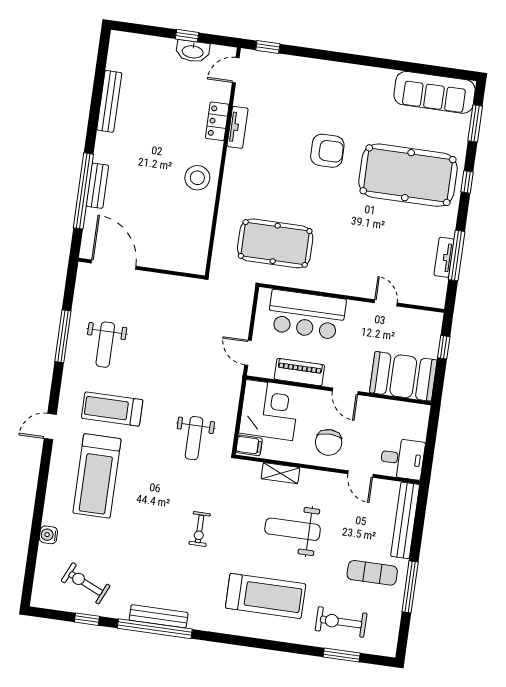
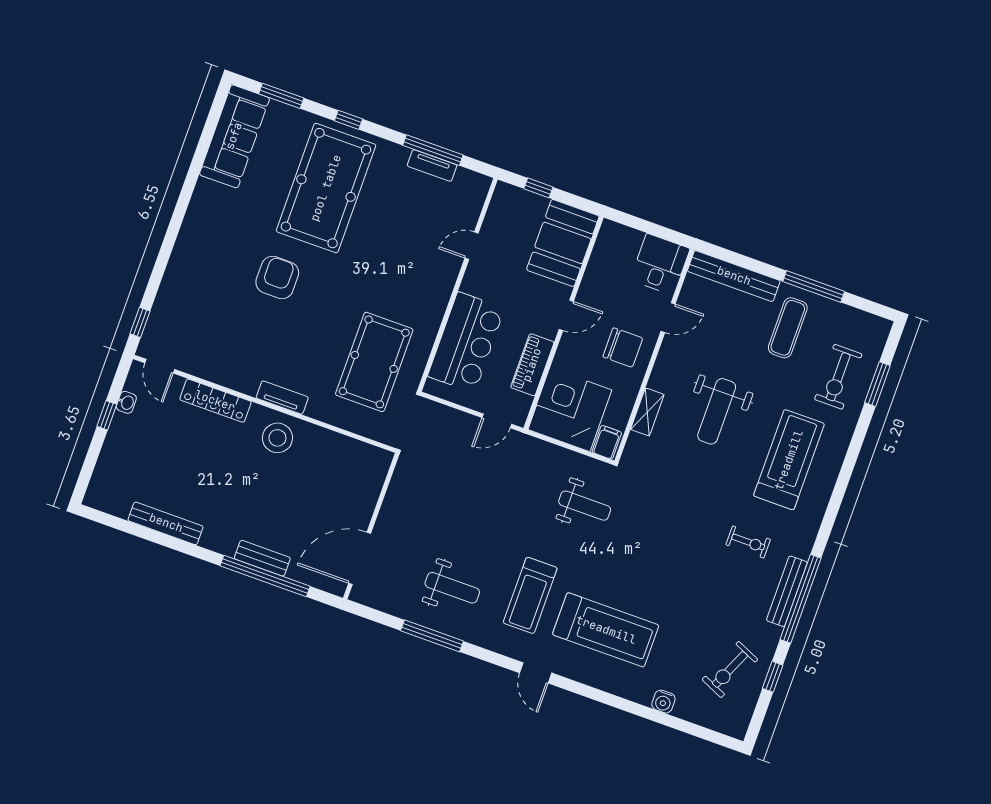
washbasin: (193, 51) -> (126, 402), width x0.52, depth x0.69
locker: (217, 121) -> (215, 401), width x1.53
tv unit: (238, 127) -> (282, 398), moved
exercise bike: (200, 529) -> (748, 542), moved

